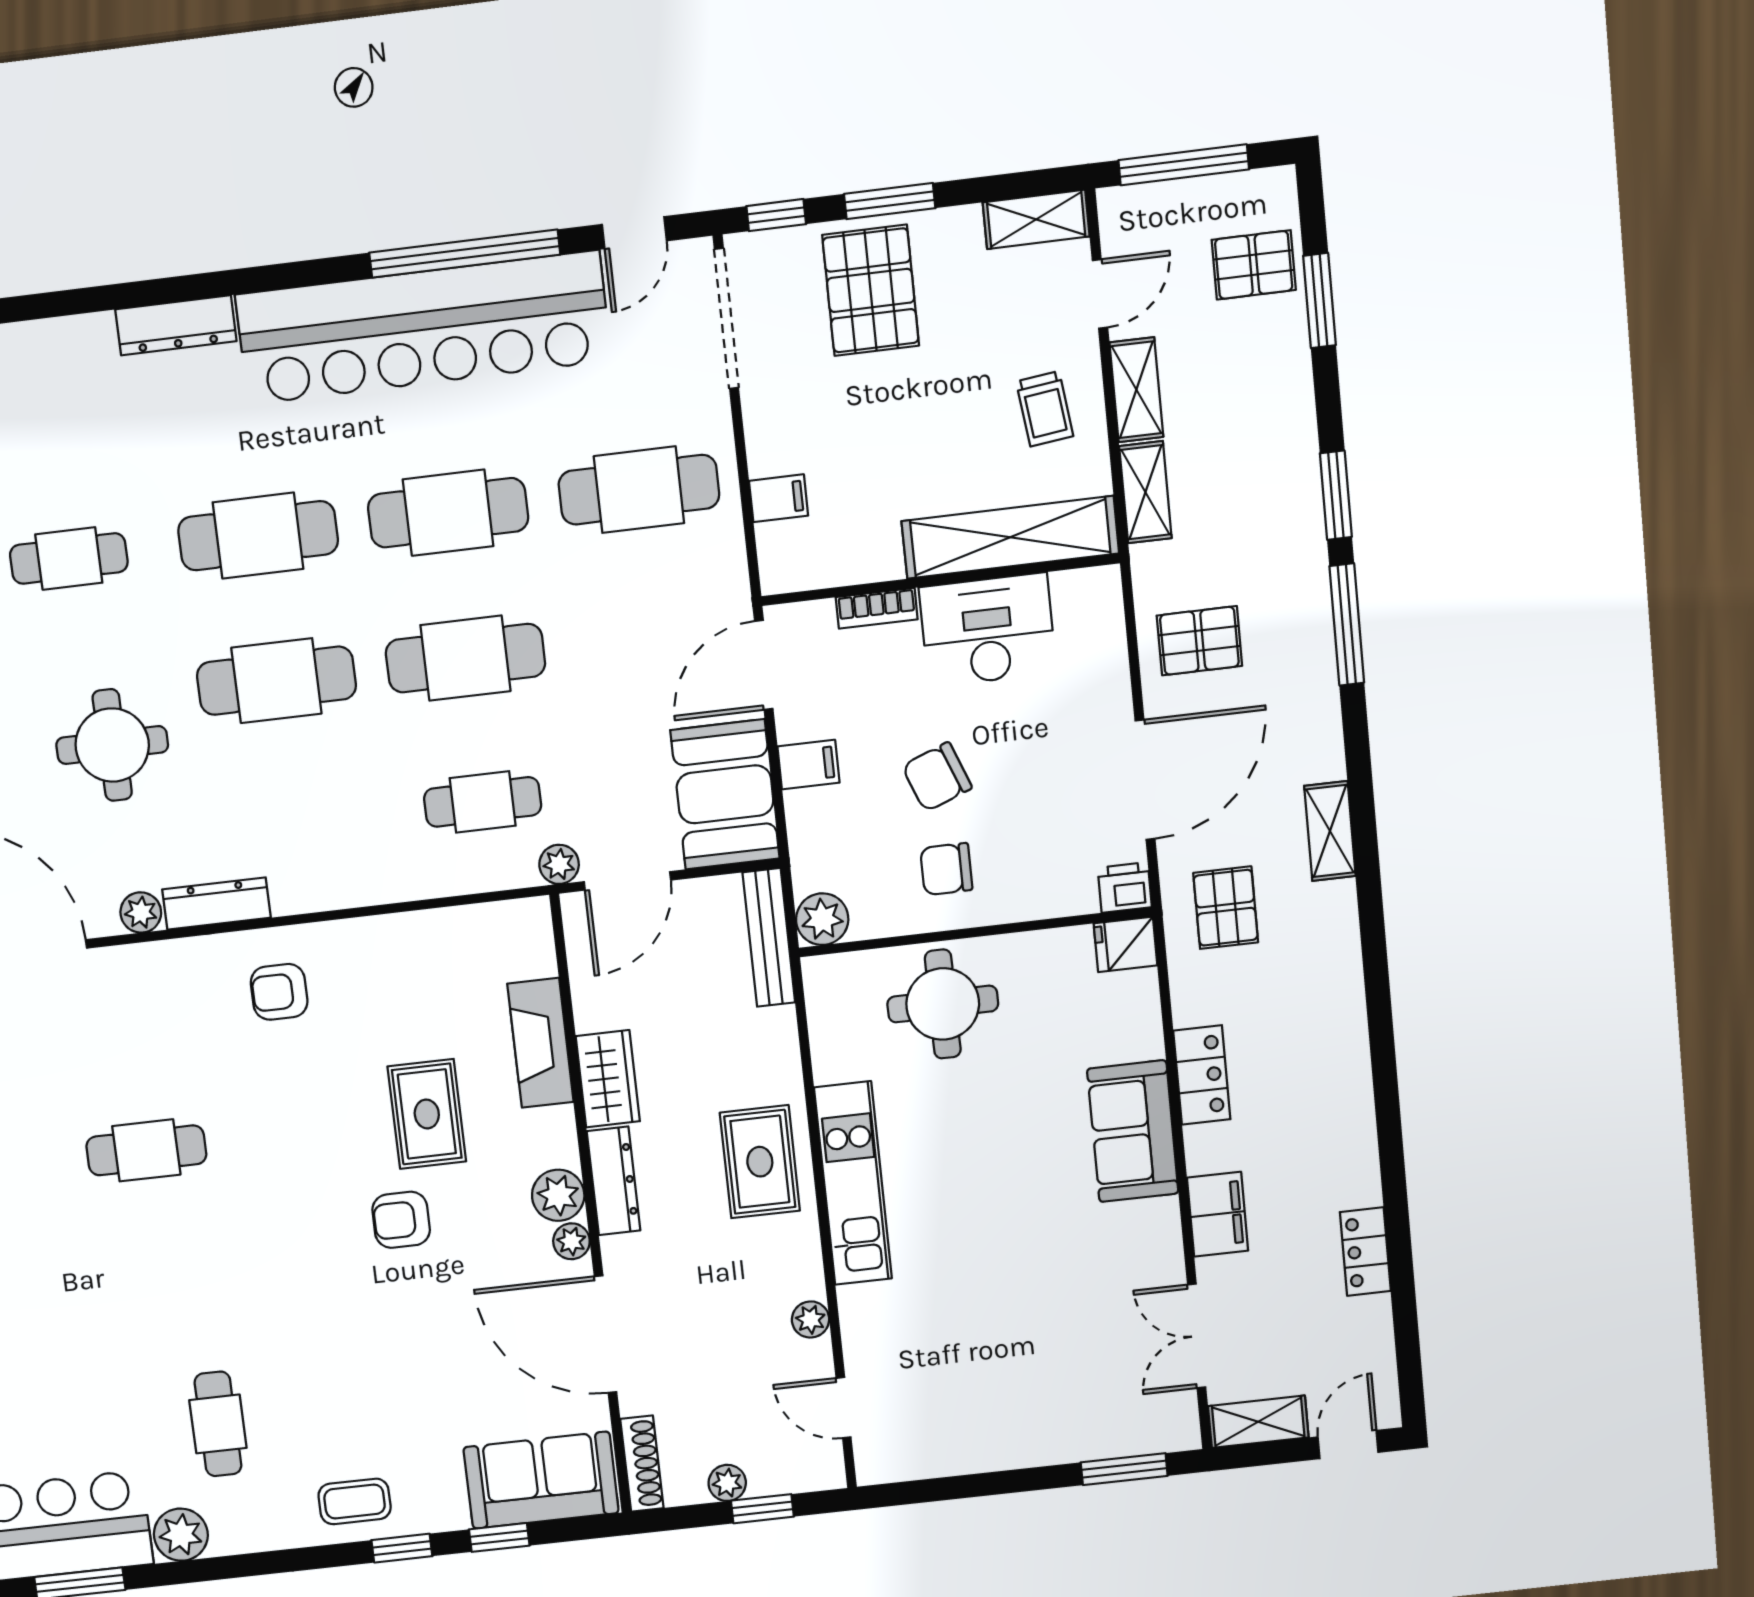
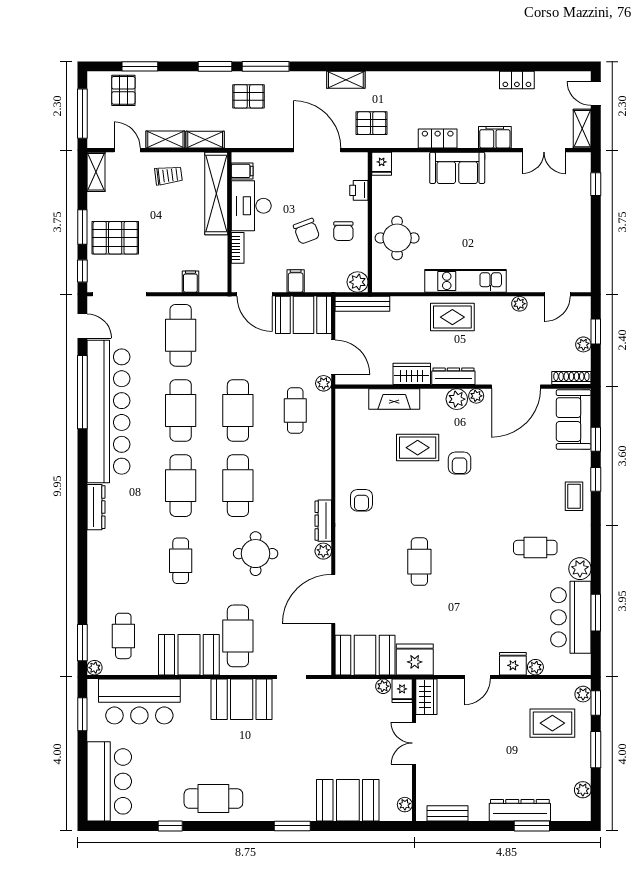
filing cabinet: (1074, 597) -> (242, 171), added
pallet: (1199, 641) -> (248, 96), moved, turned 90
printer: (1125, 887) -> (359, 190), moved
window: (1124, 1469) -> (596, 184), width x0.67

